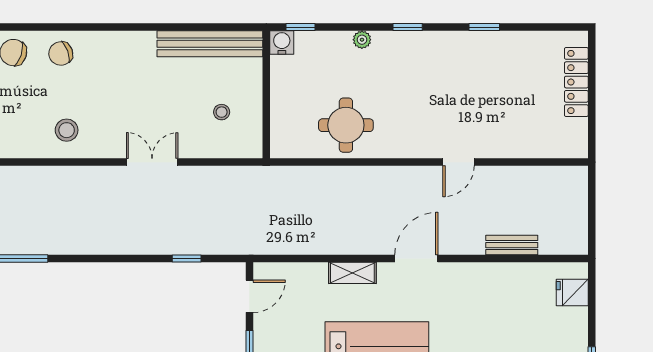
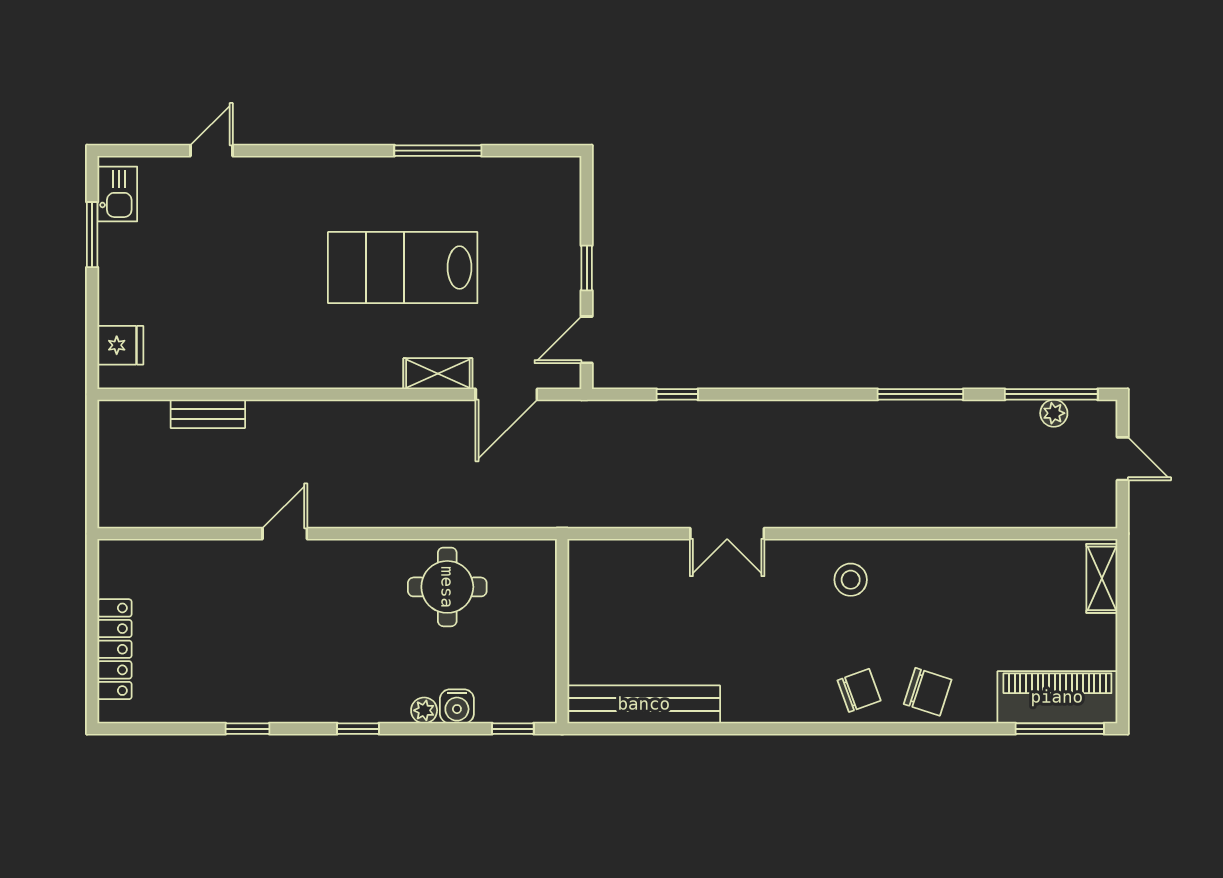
water cooler: (282, 42) -> (457, 706), moved
stool: (222, 112) -> (627, 606), removed
door: (416, 258) -> (506, 394), moved

